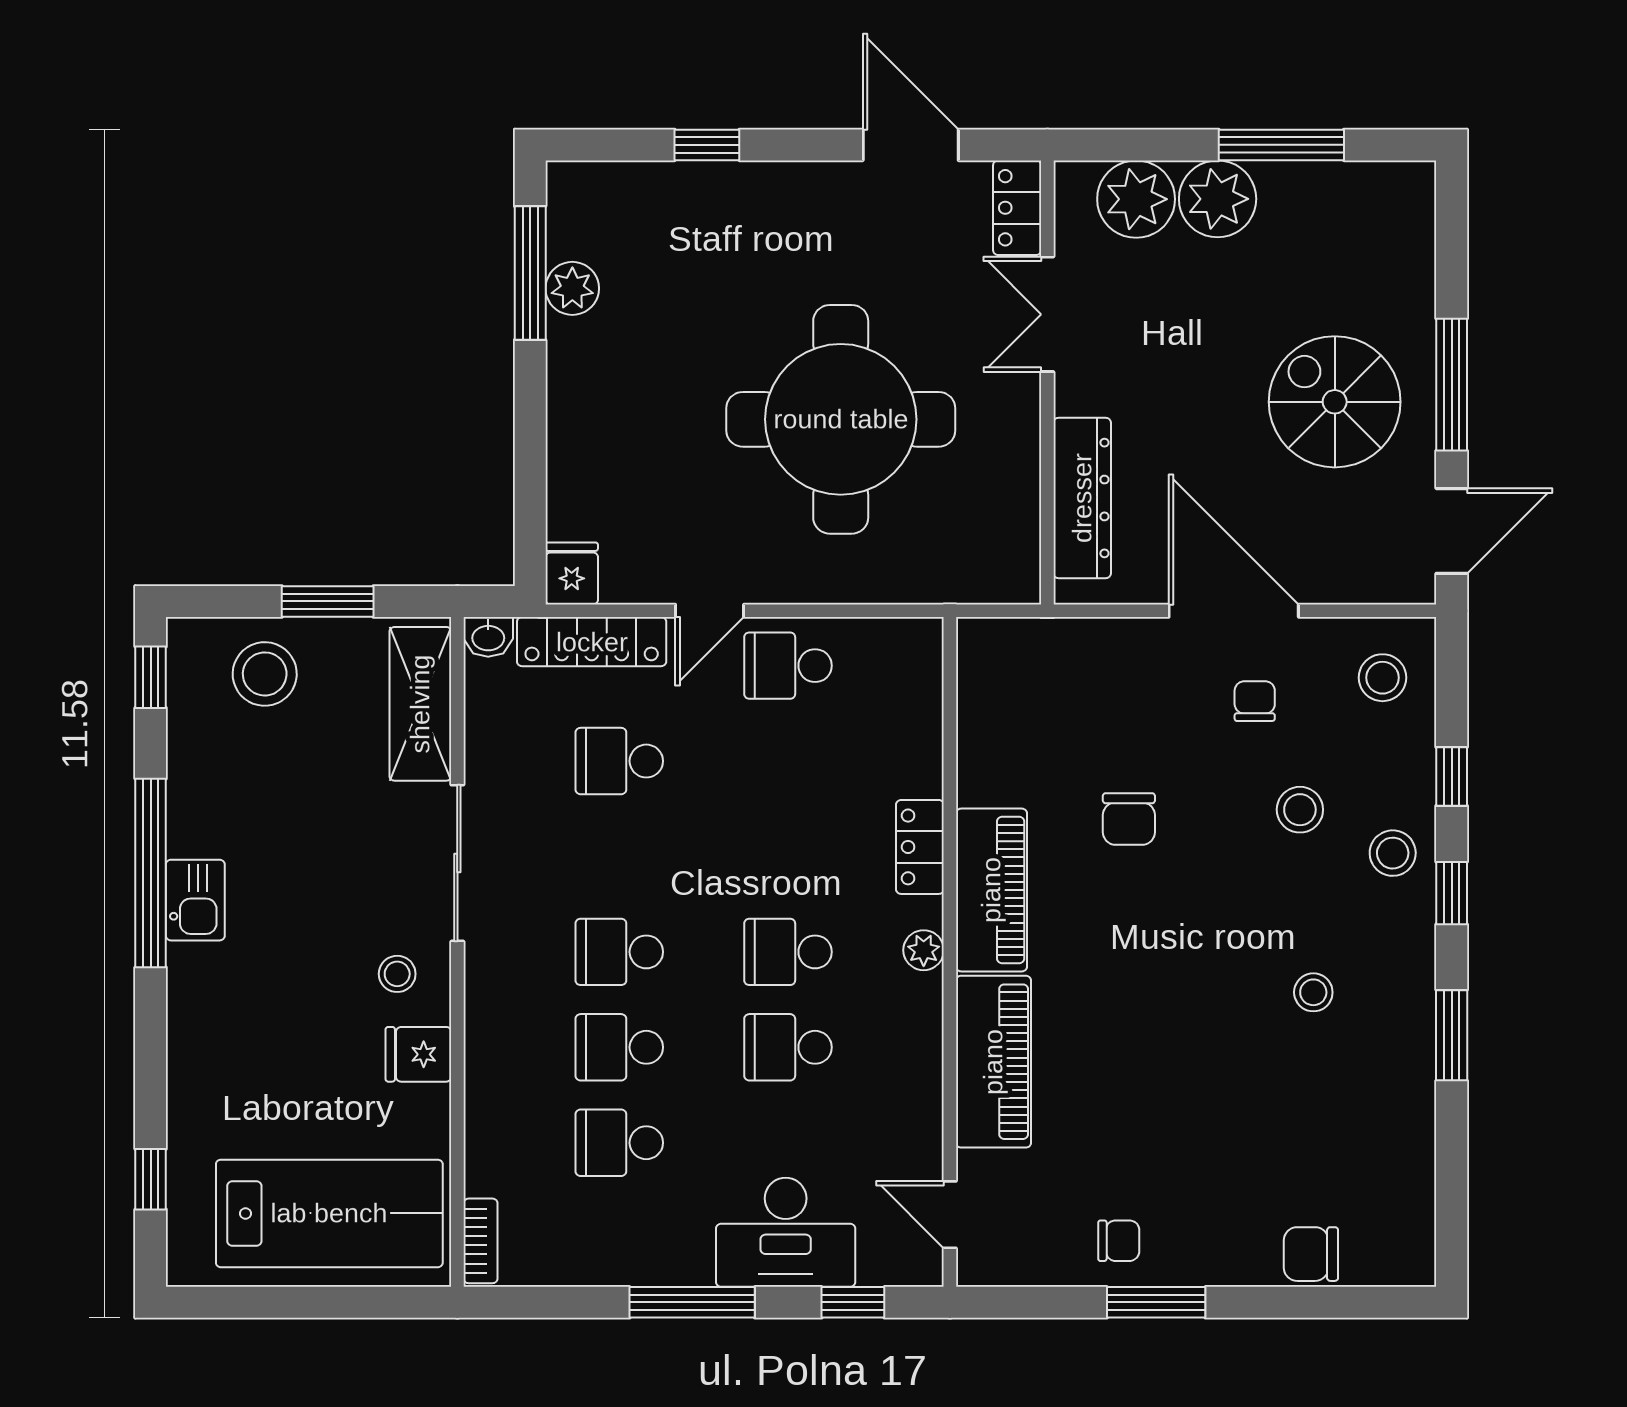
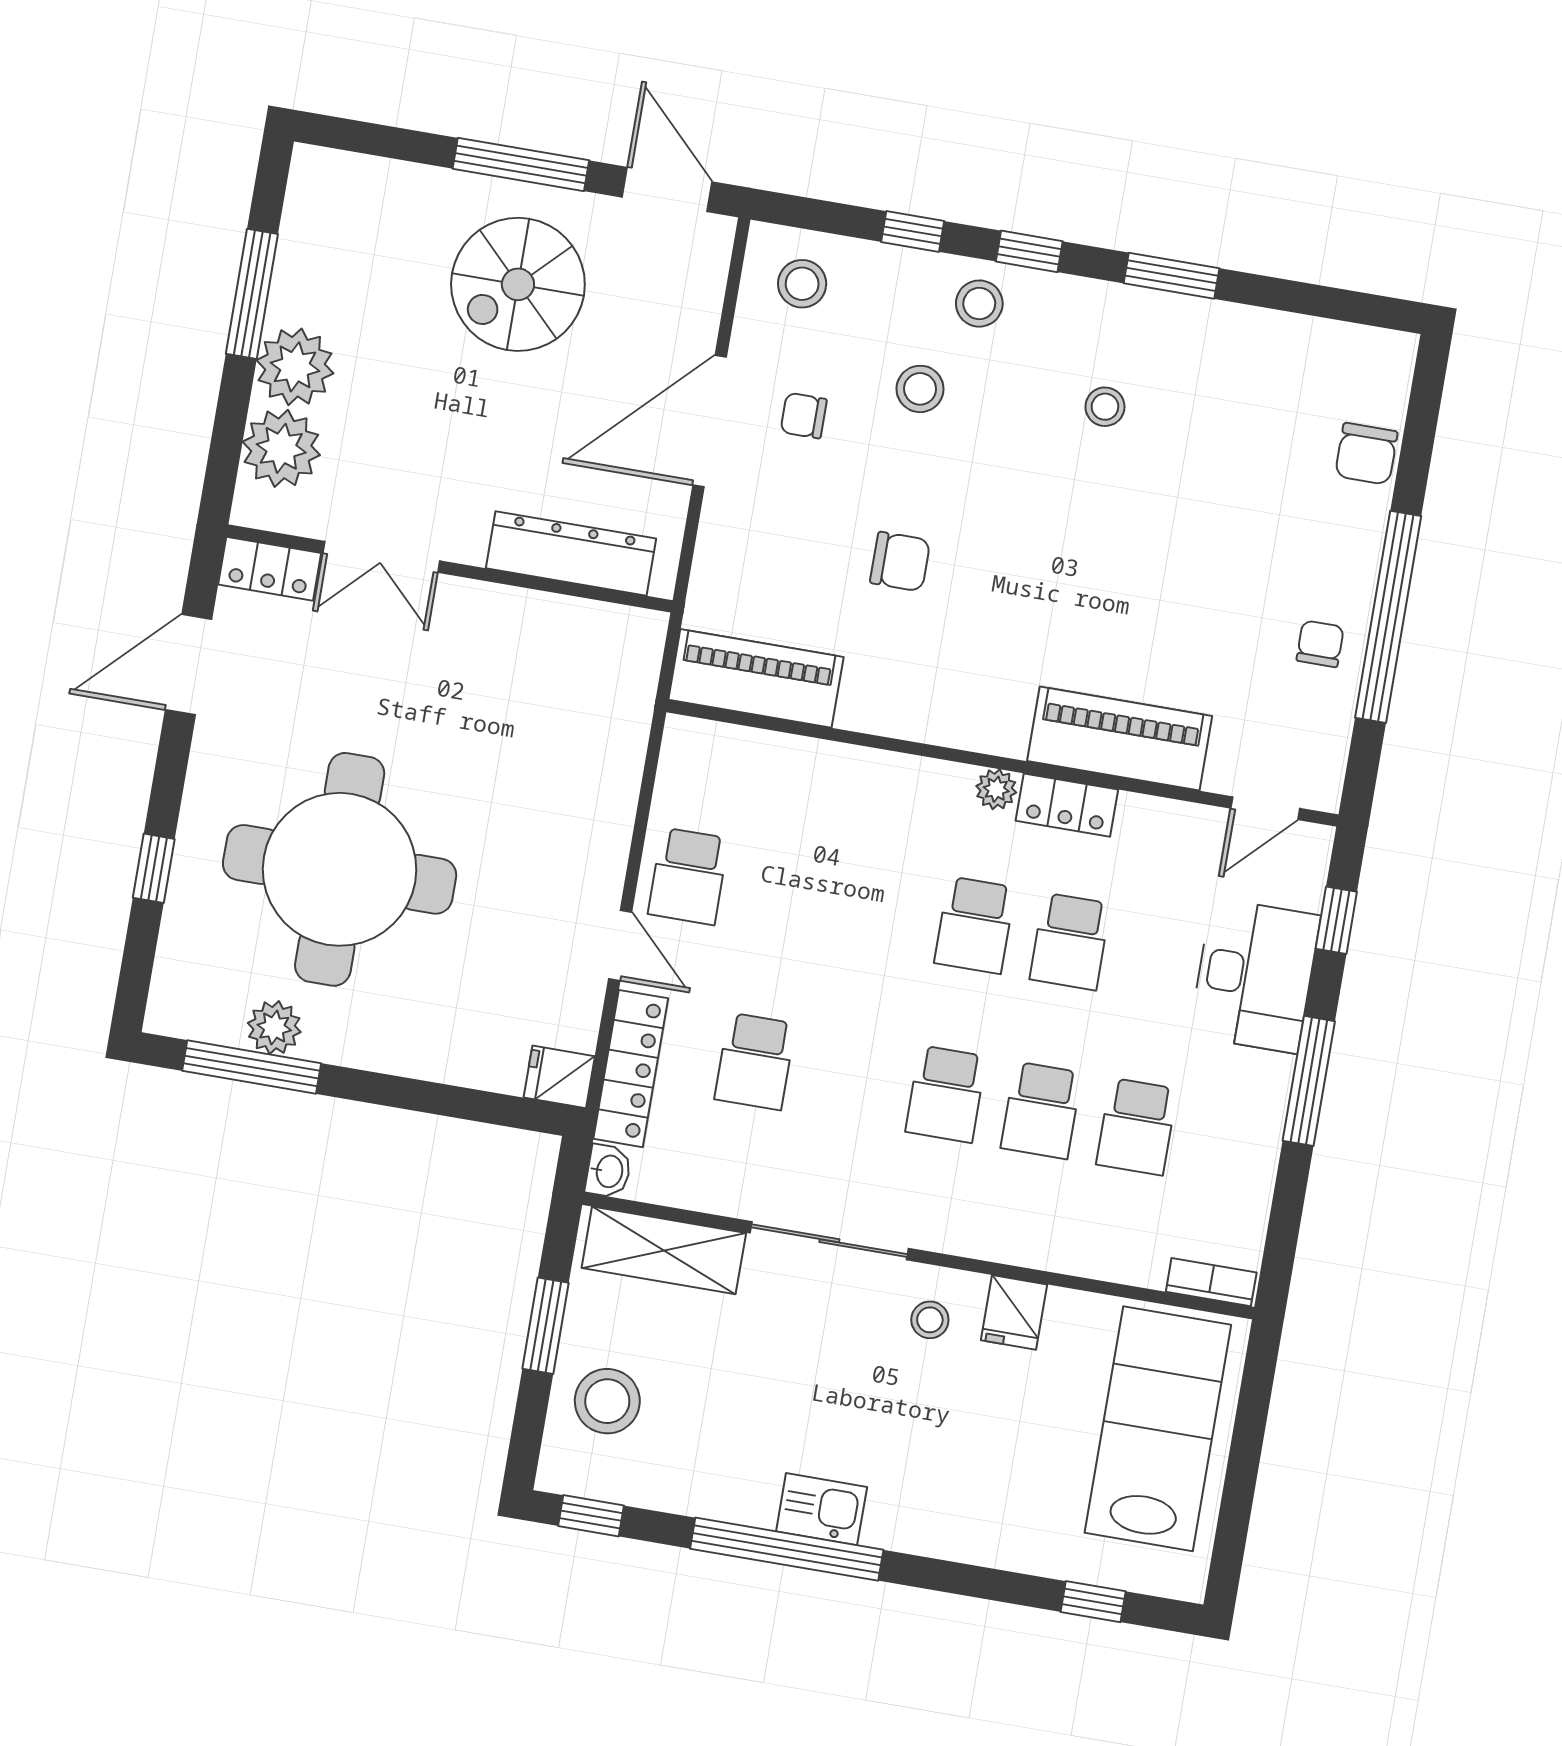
round table: (841, 419) -> (340, 869), moved
locker: (920, 847) -> (1067, 805), moved
piano: (991, 890) -> (756, 678), moved
window: (1156, 1302) -> (1388, 617), width x2.11

